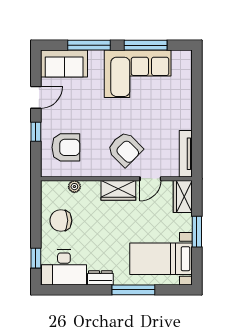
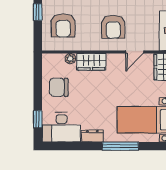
armchair: (66, 147) -> (63, 25), turned 90
armchair: (125, 149) -> (113, 27), turned 45
wardrobe: (118, 190) -> (91, 62), moved

